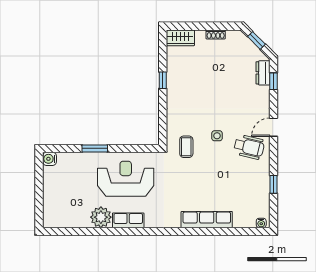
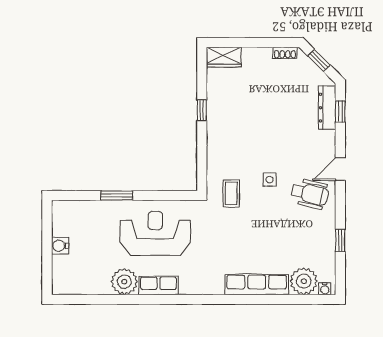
shoe rack: (216, 34) -> (285, 53), moved
dresser: (263, 73) -> (327, 108), width x1.44
water cooler: (50, 159) -> (60, 246), moved
plant: (244, 217) -> (304, 281), added

